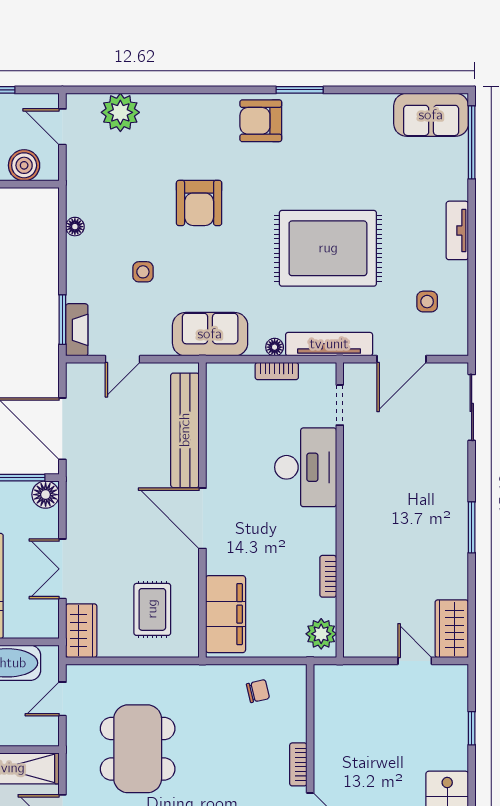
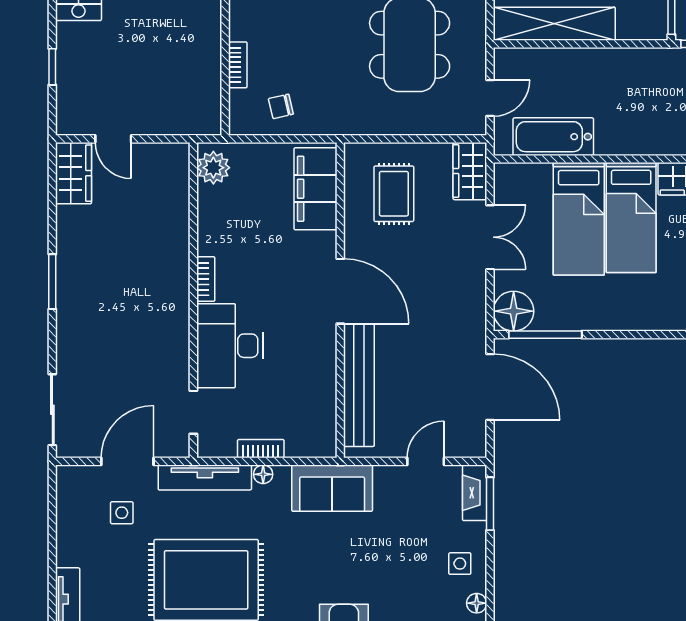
side table: (143, 272) -> (460, 564), moved
side table: (427, 302) -> (122, 513), moved
floor lamp: (46, 495) -> (514, 311), width x1.38, depth x1.38
bookcase: (328, 576) -> (206, 279), moved
bookcase: (298, 764) -> (238, 65), moved

